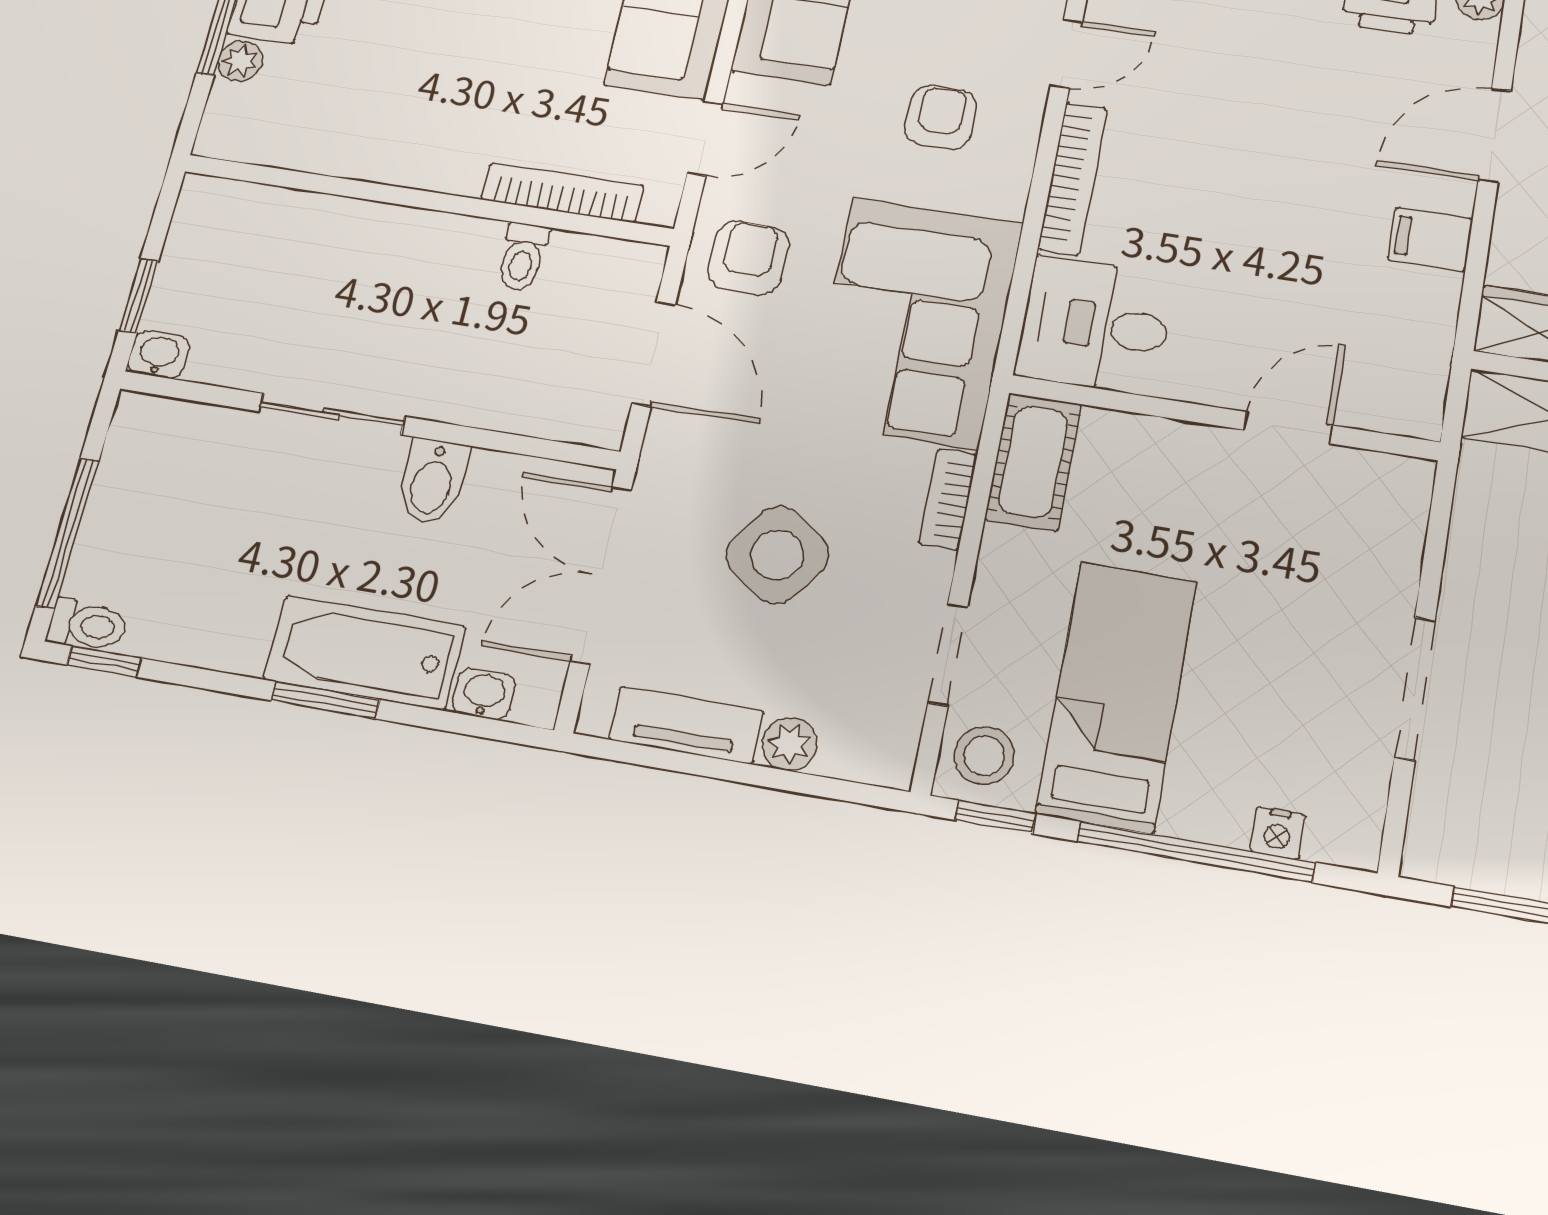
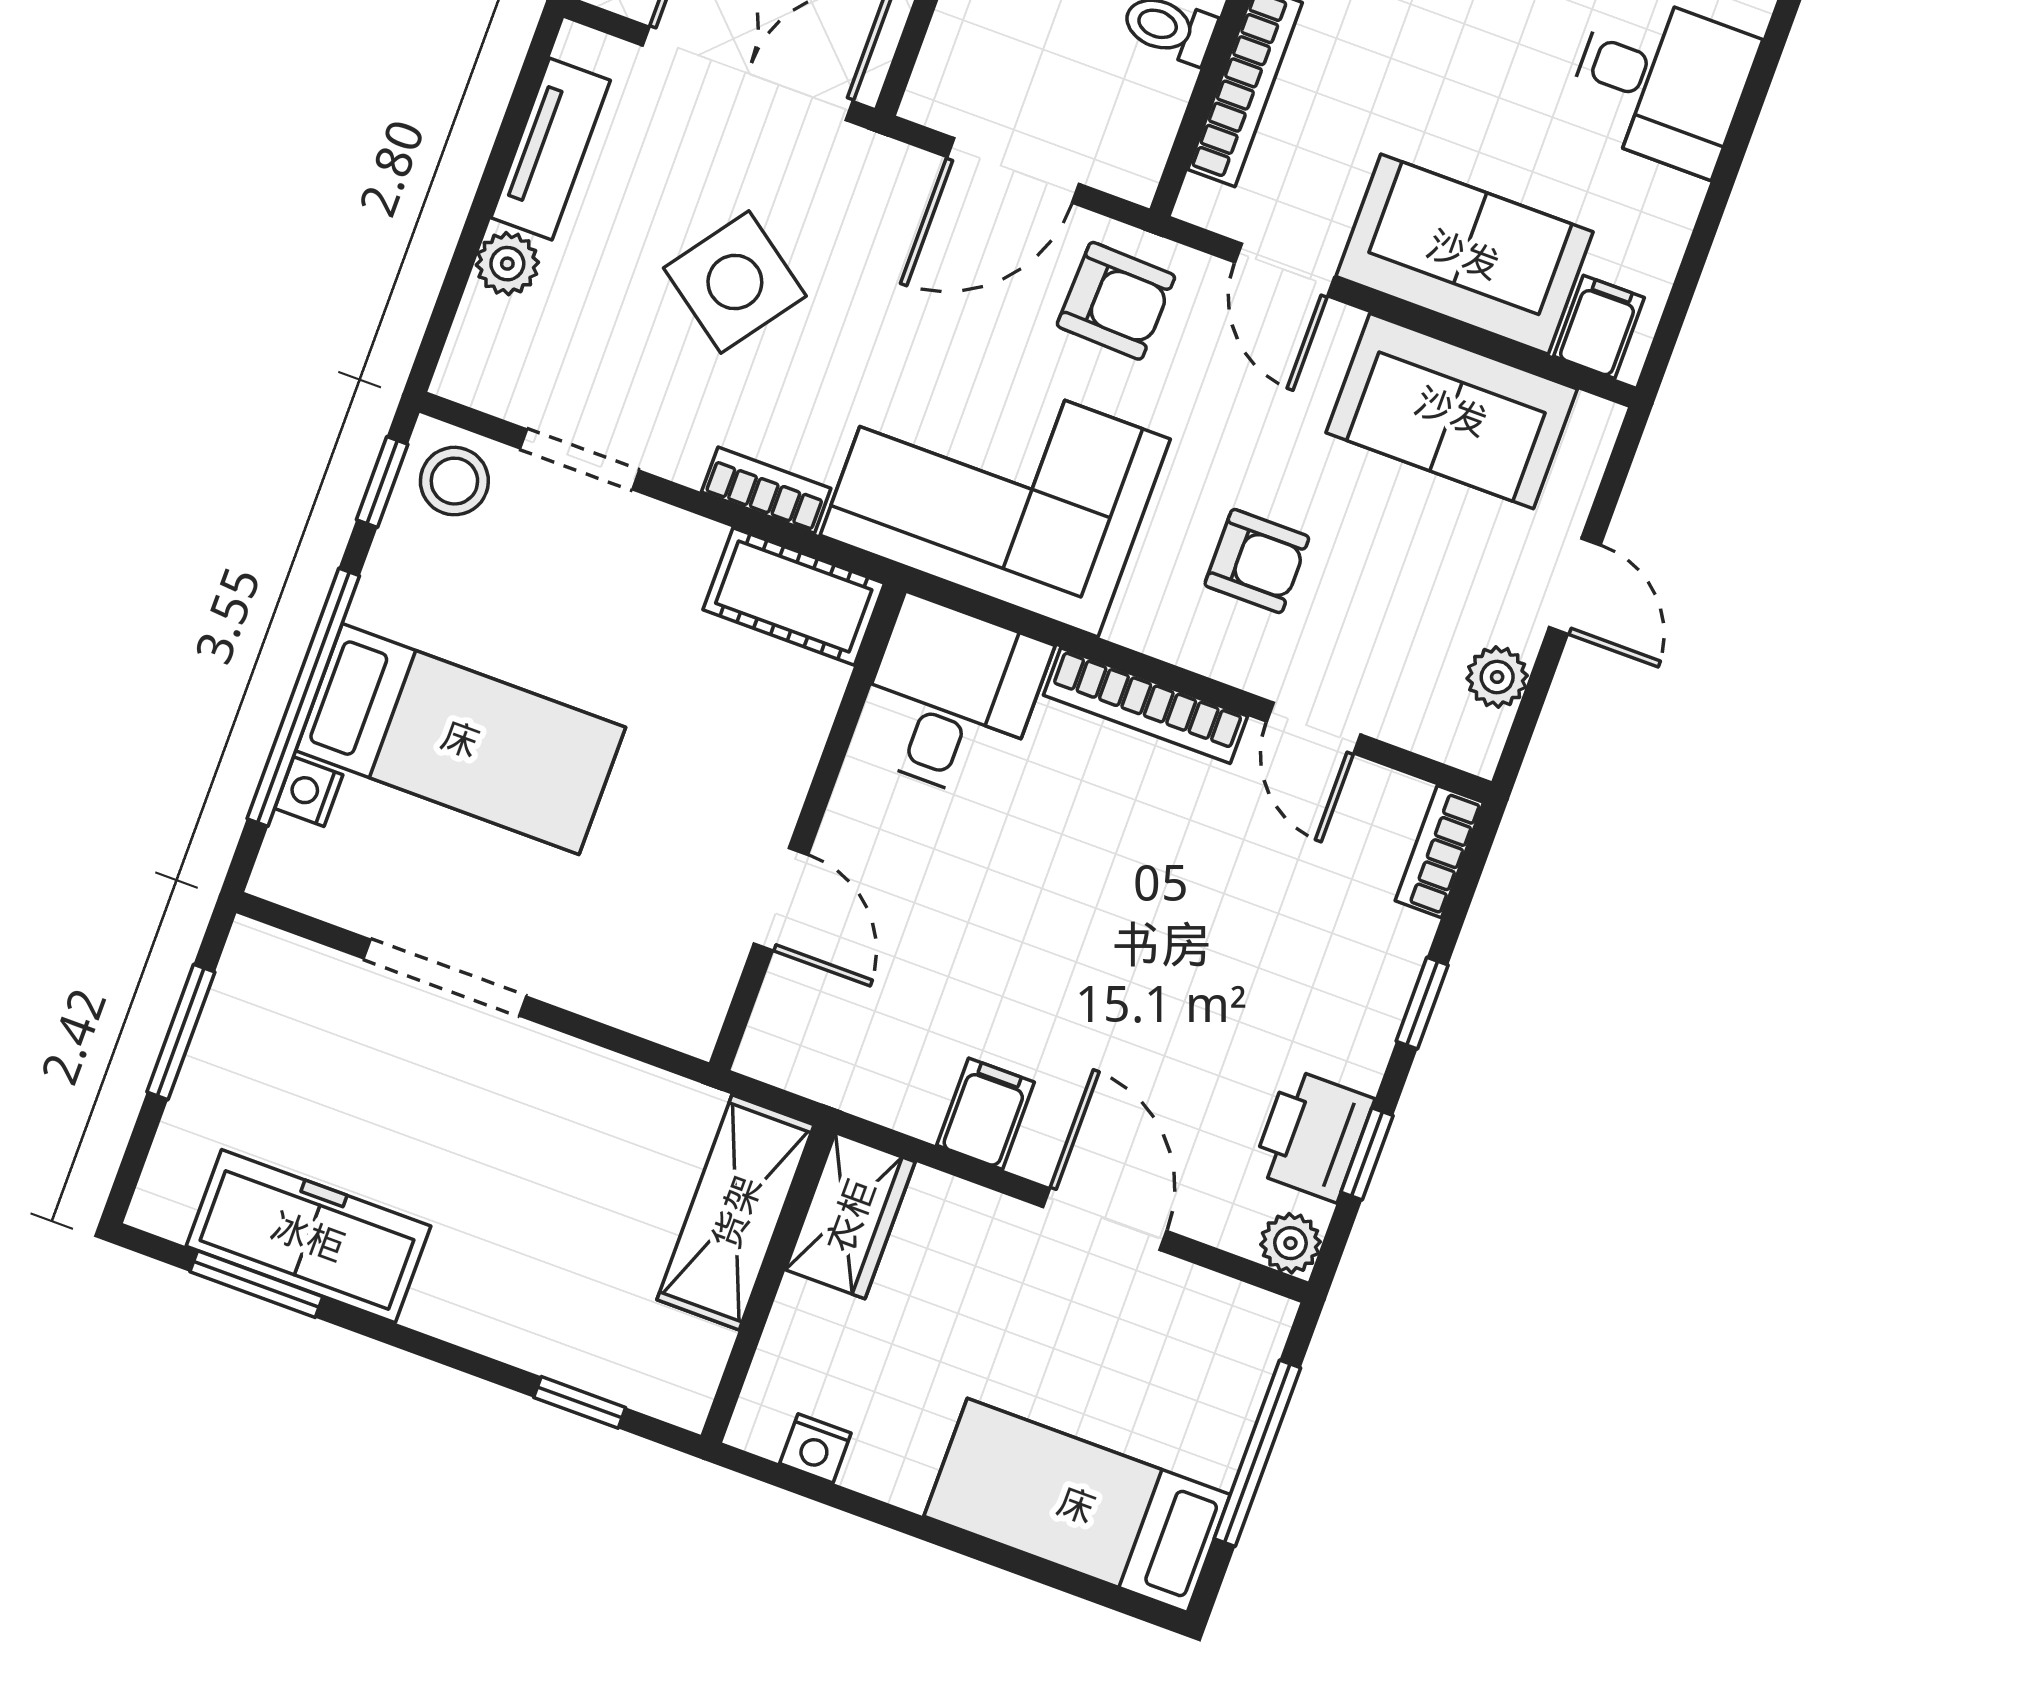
bed: (1117, 696) -> (461, 739), moved

